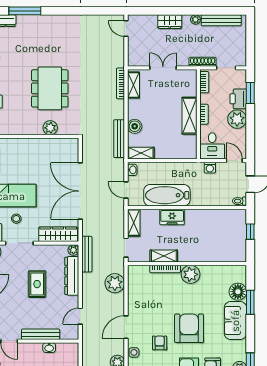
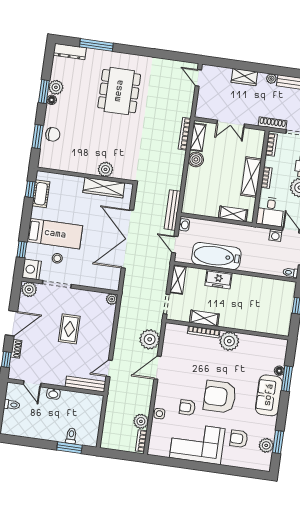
double door: (163, 68) -> (231, 124), swing flipped
dining table: (50, 88) -> (119, 91), moved
boiler: (135, 126) -> (196, 159), moved
bench: (119, 139) -> (172, 210), moved
shelving: (141, 153) -> (233, 214), moved
washing machine: (210, 168) -> (275, 235), moved
wardrobe: (58, 234) -> (104, 188), moved, turned 180
bench: (87, 254) -> (125, 305), removed
dresser: (72, 276) -> (106, 326), removed
floor lamp: (238, 292) -> (279, 371), width x0.53, depth x0.53
door: (126, 327) -> (158, 368), moved
armchair: (189, 328) -> (220, 397), turned -90
bench: (41, 334) -> (85, 384), moved
armchair: (160, 343) -> (187, 408), turned -90
washbasin: (49, 348) -> (53, 394), moved

